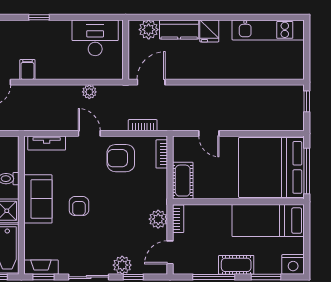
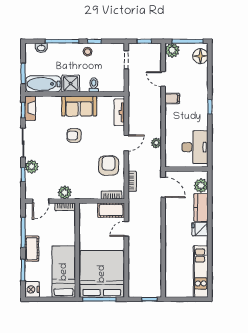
cot: (183, 181) -> (111, 210), moved
door: (170, 252) -> (41, 201), swing flipped

